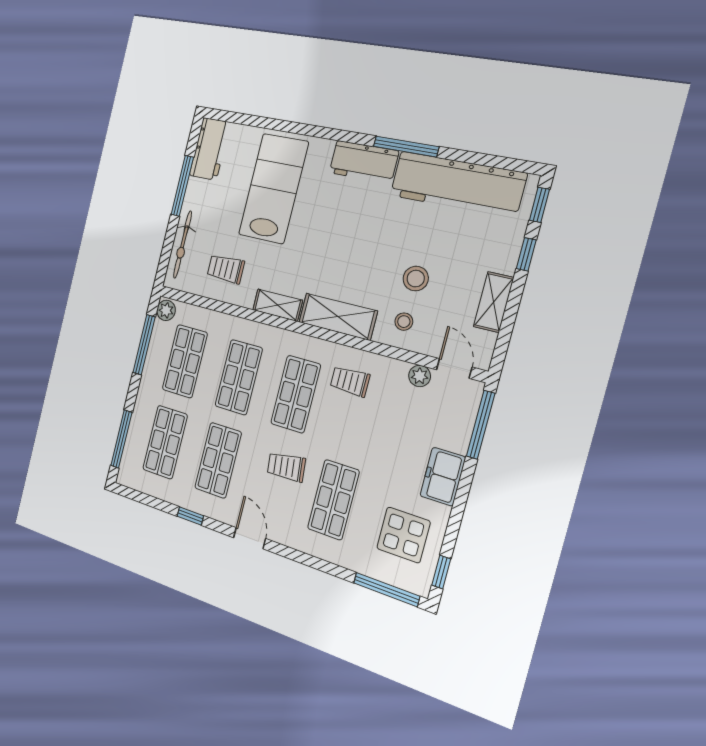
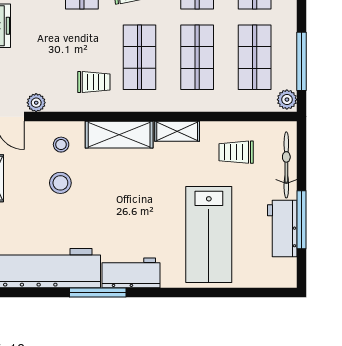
workbench: (210, 149) -> (282, 228), moved
trolley: (226, 269) -> (236, 152), turned 180

